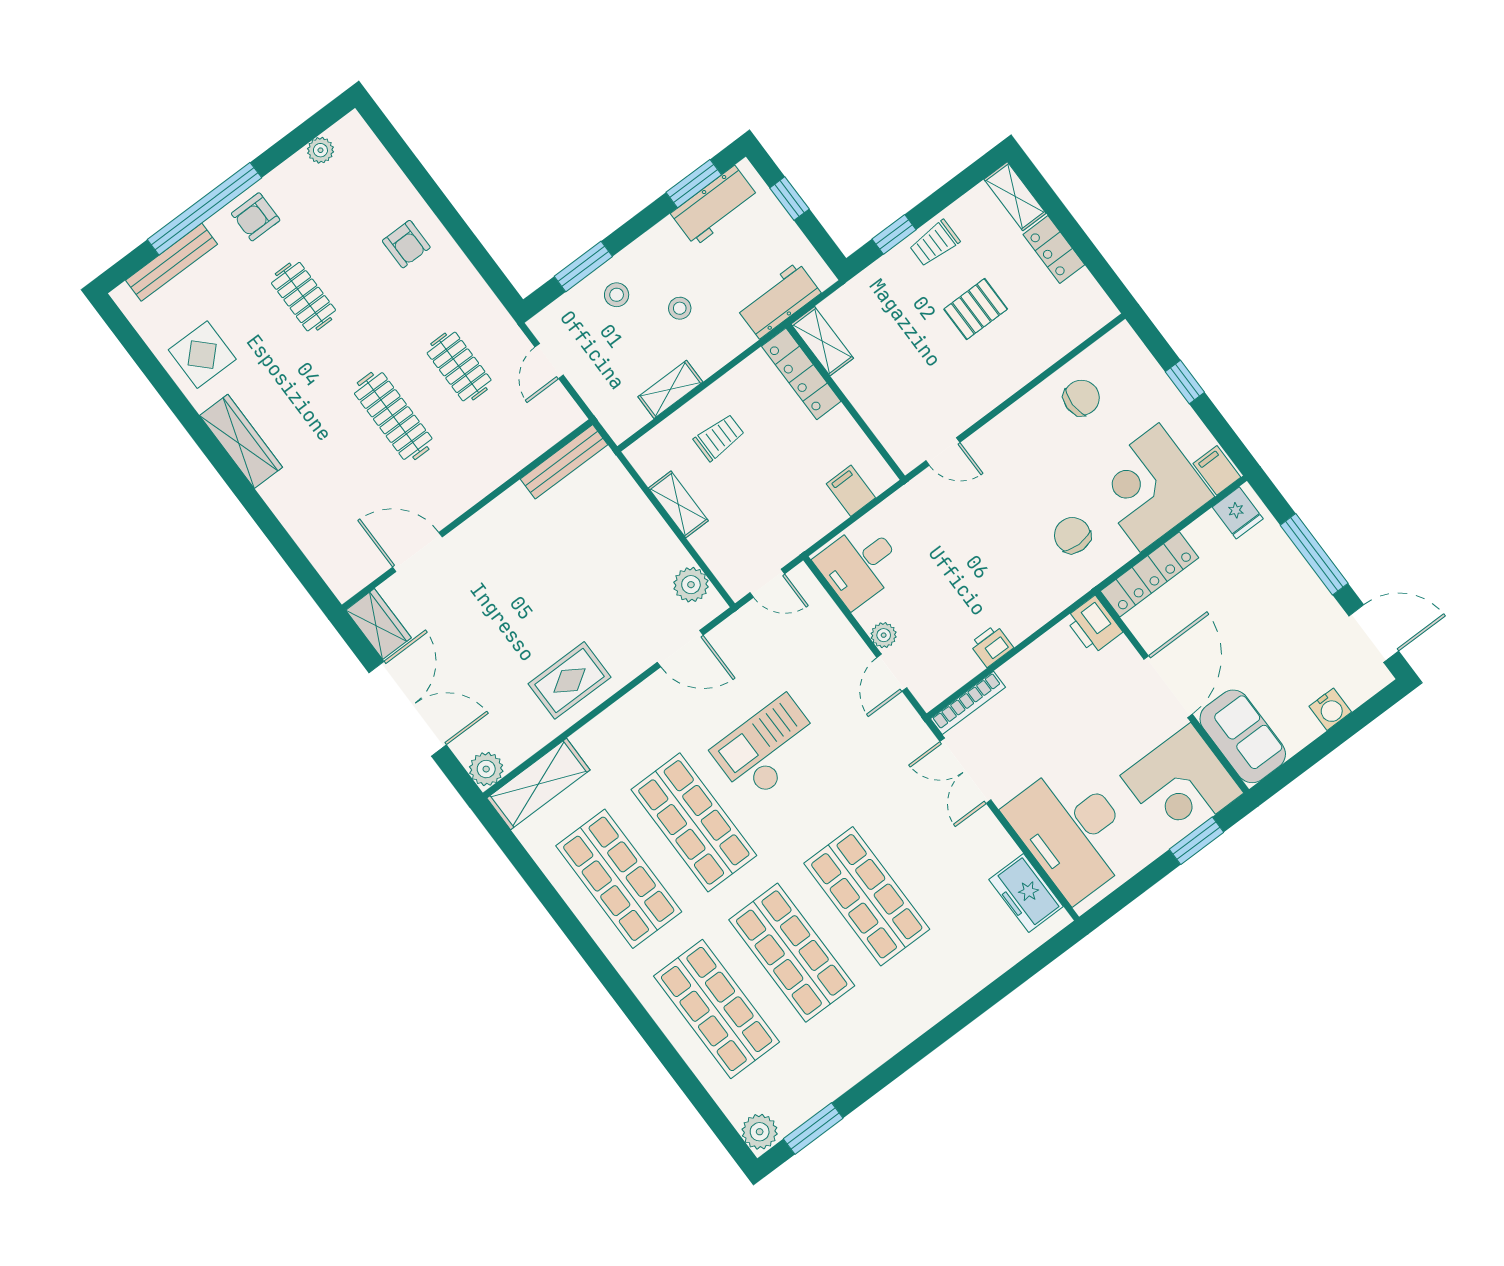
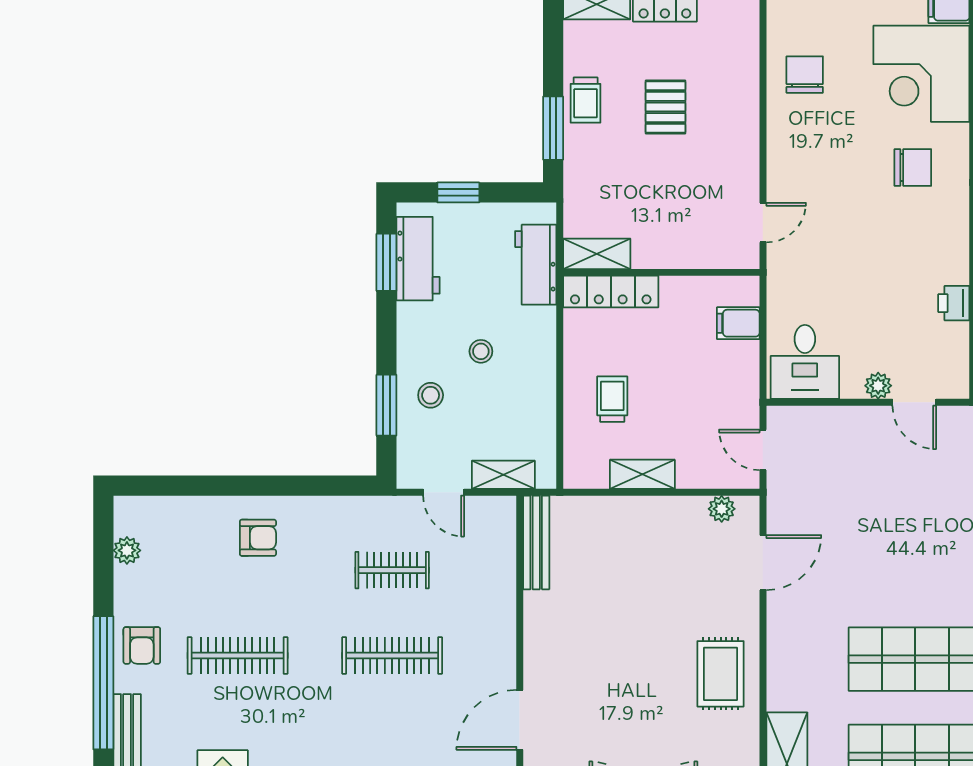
window: (894, 234) -> (553, 128), width x1.50
clothes rail: (303, 297) -> (238, 656), width x1.36
shelving: (670, 389) -> (503, 475), moved, turned 90
chair: (1072, 535) -> (913, 167), turned 180
door: (767, 583) -> (763, 450), swing flipped
plant: (691, 585) -> (722, 509), width x0.73, depth x0.73
checkout: (768, 748) -> (900, 552), removed

